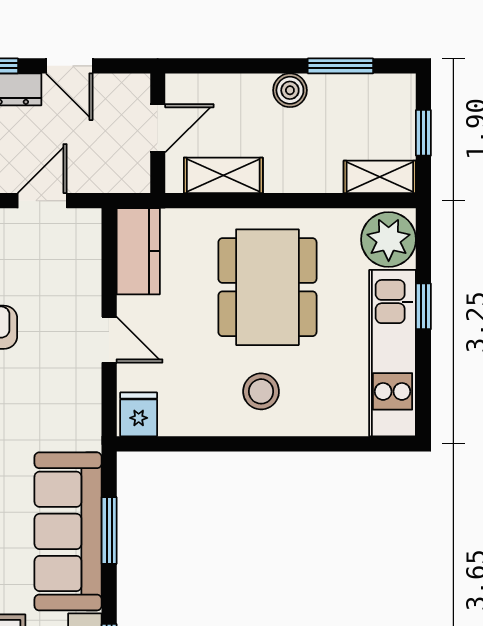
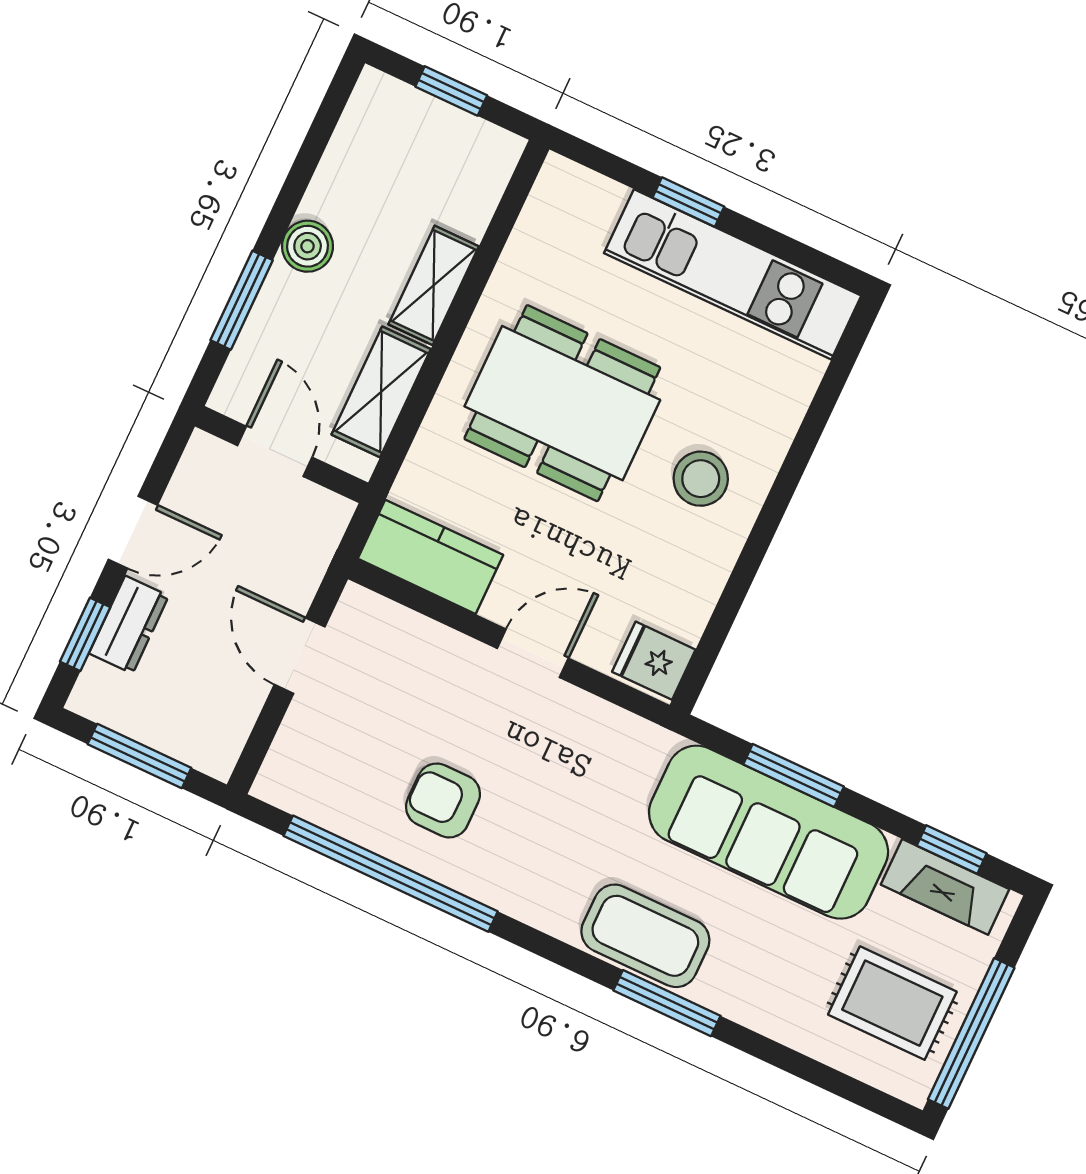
window: (340, 66) -> (242, 300), moved
shelving: (380, 177) -> (434, 285), moved
plant: (389, 240) -> (575, 207), removed

